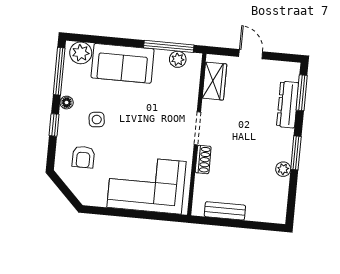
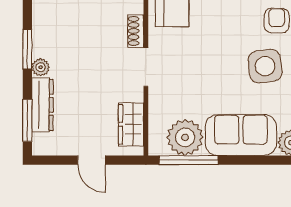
plant: (178, 59) -> (185, 137), width x1.88, depth x1.88
side table: (97, 120) -> (265, 66), width x1.87, depth x1.87
plant: (283, 169) -> (41, 67), moved

